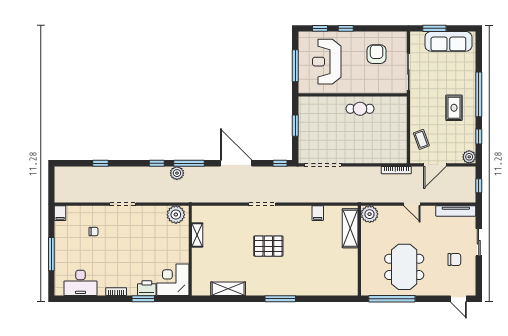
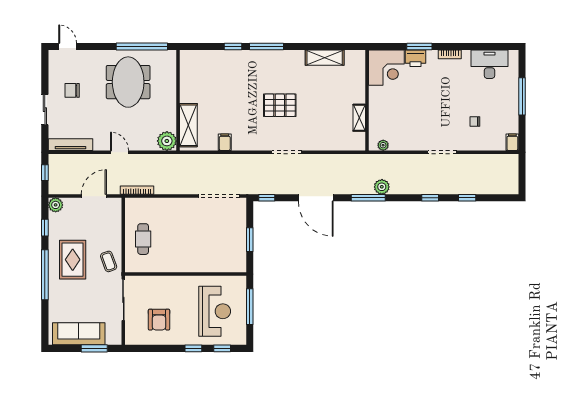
rug: (454, 108) -> (73, 260), width x1.36, depth x1.43
cafe table: (360, 109) -> (143, 239), moved, turned 90
coffee table: (421, 139) -> (109, 261), moved
window: (157, 163) -> (430, 198), moved
plant: (176, 215) -> (383, 145), width x0.53, depth x0.53
window: (310, 299) -> (233, 46), added

